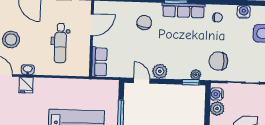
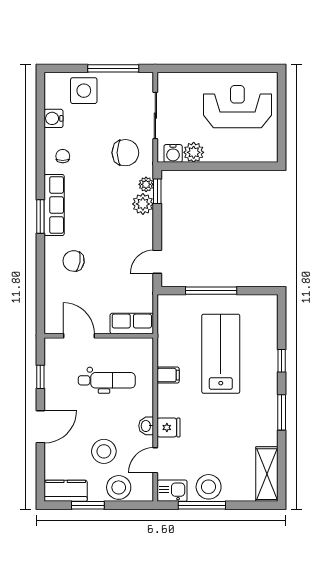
chair: (218, 61) -> (125, 153), turned -90
plant: (160, 71) -> (143, 204), moved
filing cabinet: (63, 86) -> (168, 375), added

